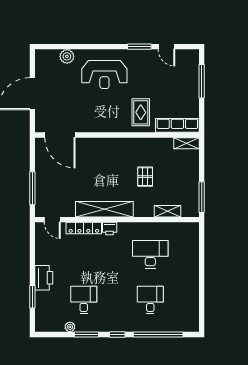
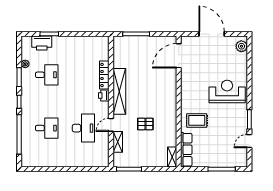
plant: (67, 56) -> (241, 46), moved
reception desk: (104, 74) -> (227, 91), turned 90
door: (52, 220) -> (111, 125), moved
printer: (44, 278) -> (42, 43), moved

